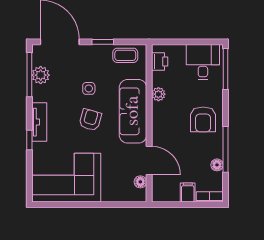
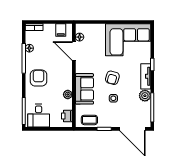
plant: (41, 75) -> (145, 96), moved
sofa: (133, 111) -> (84, 89), width x0.73
filing cabinet: (188, 193) -> (61, 30), moved

